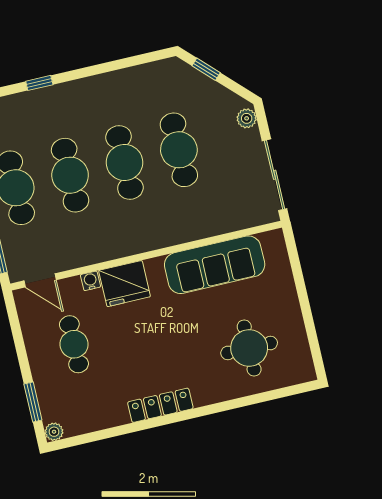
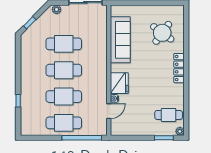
door: (40, 280) -> (109, 111), moved
cafe table: (74, 344) -> (169, 115), moved
round table: (249, 348) -> (162, 33), turned 36
locker: (160, 405) -> (179, 68), moved

